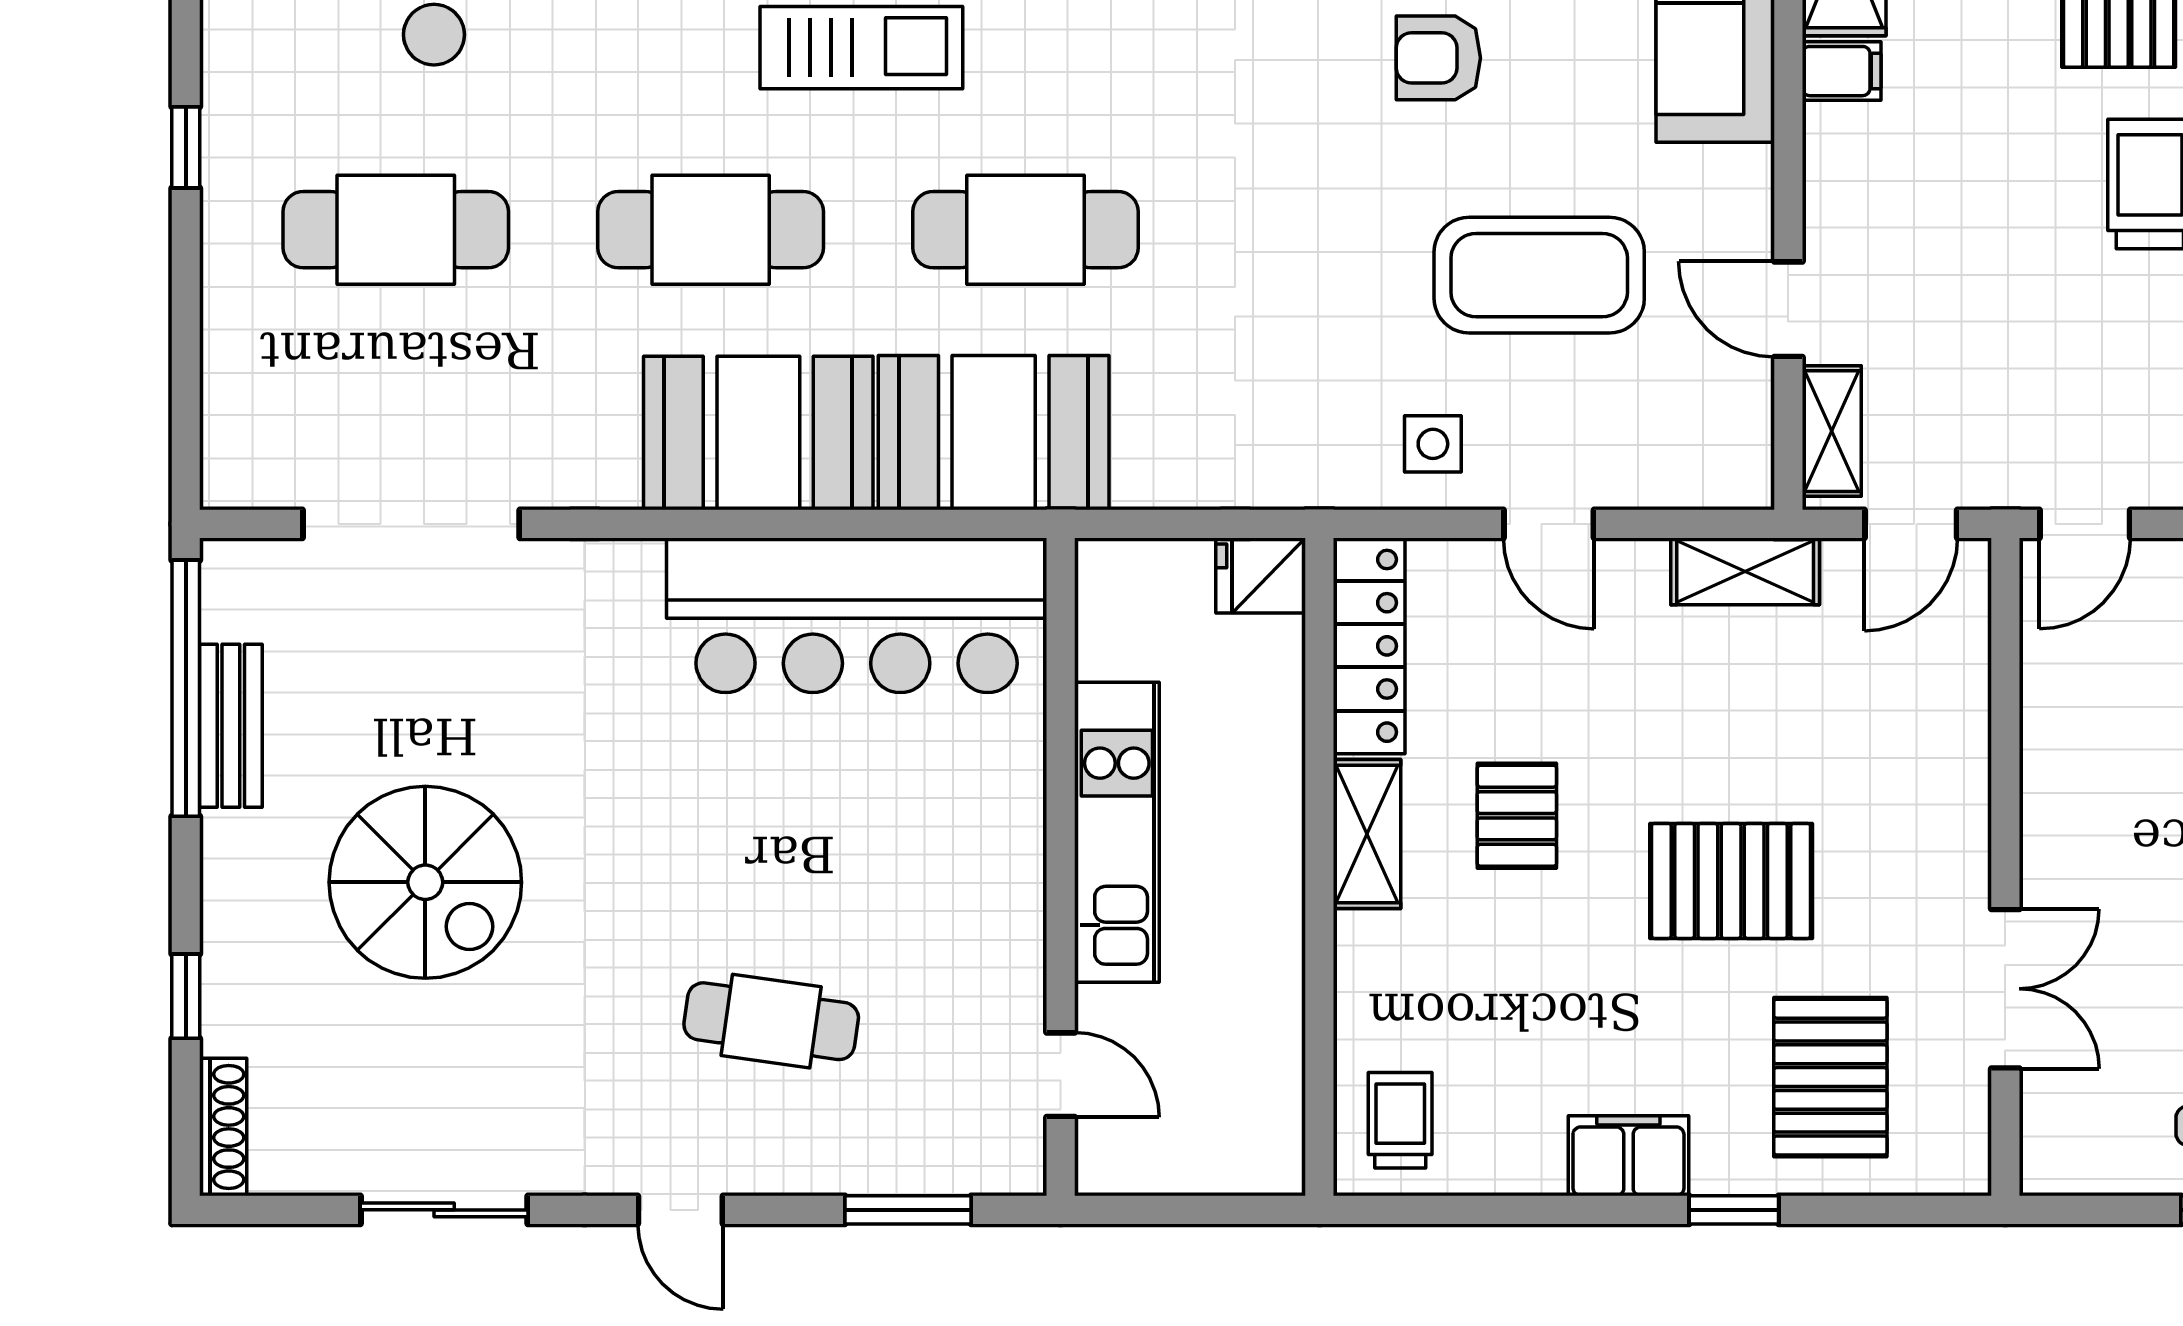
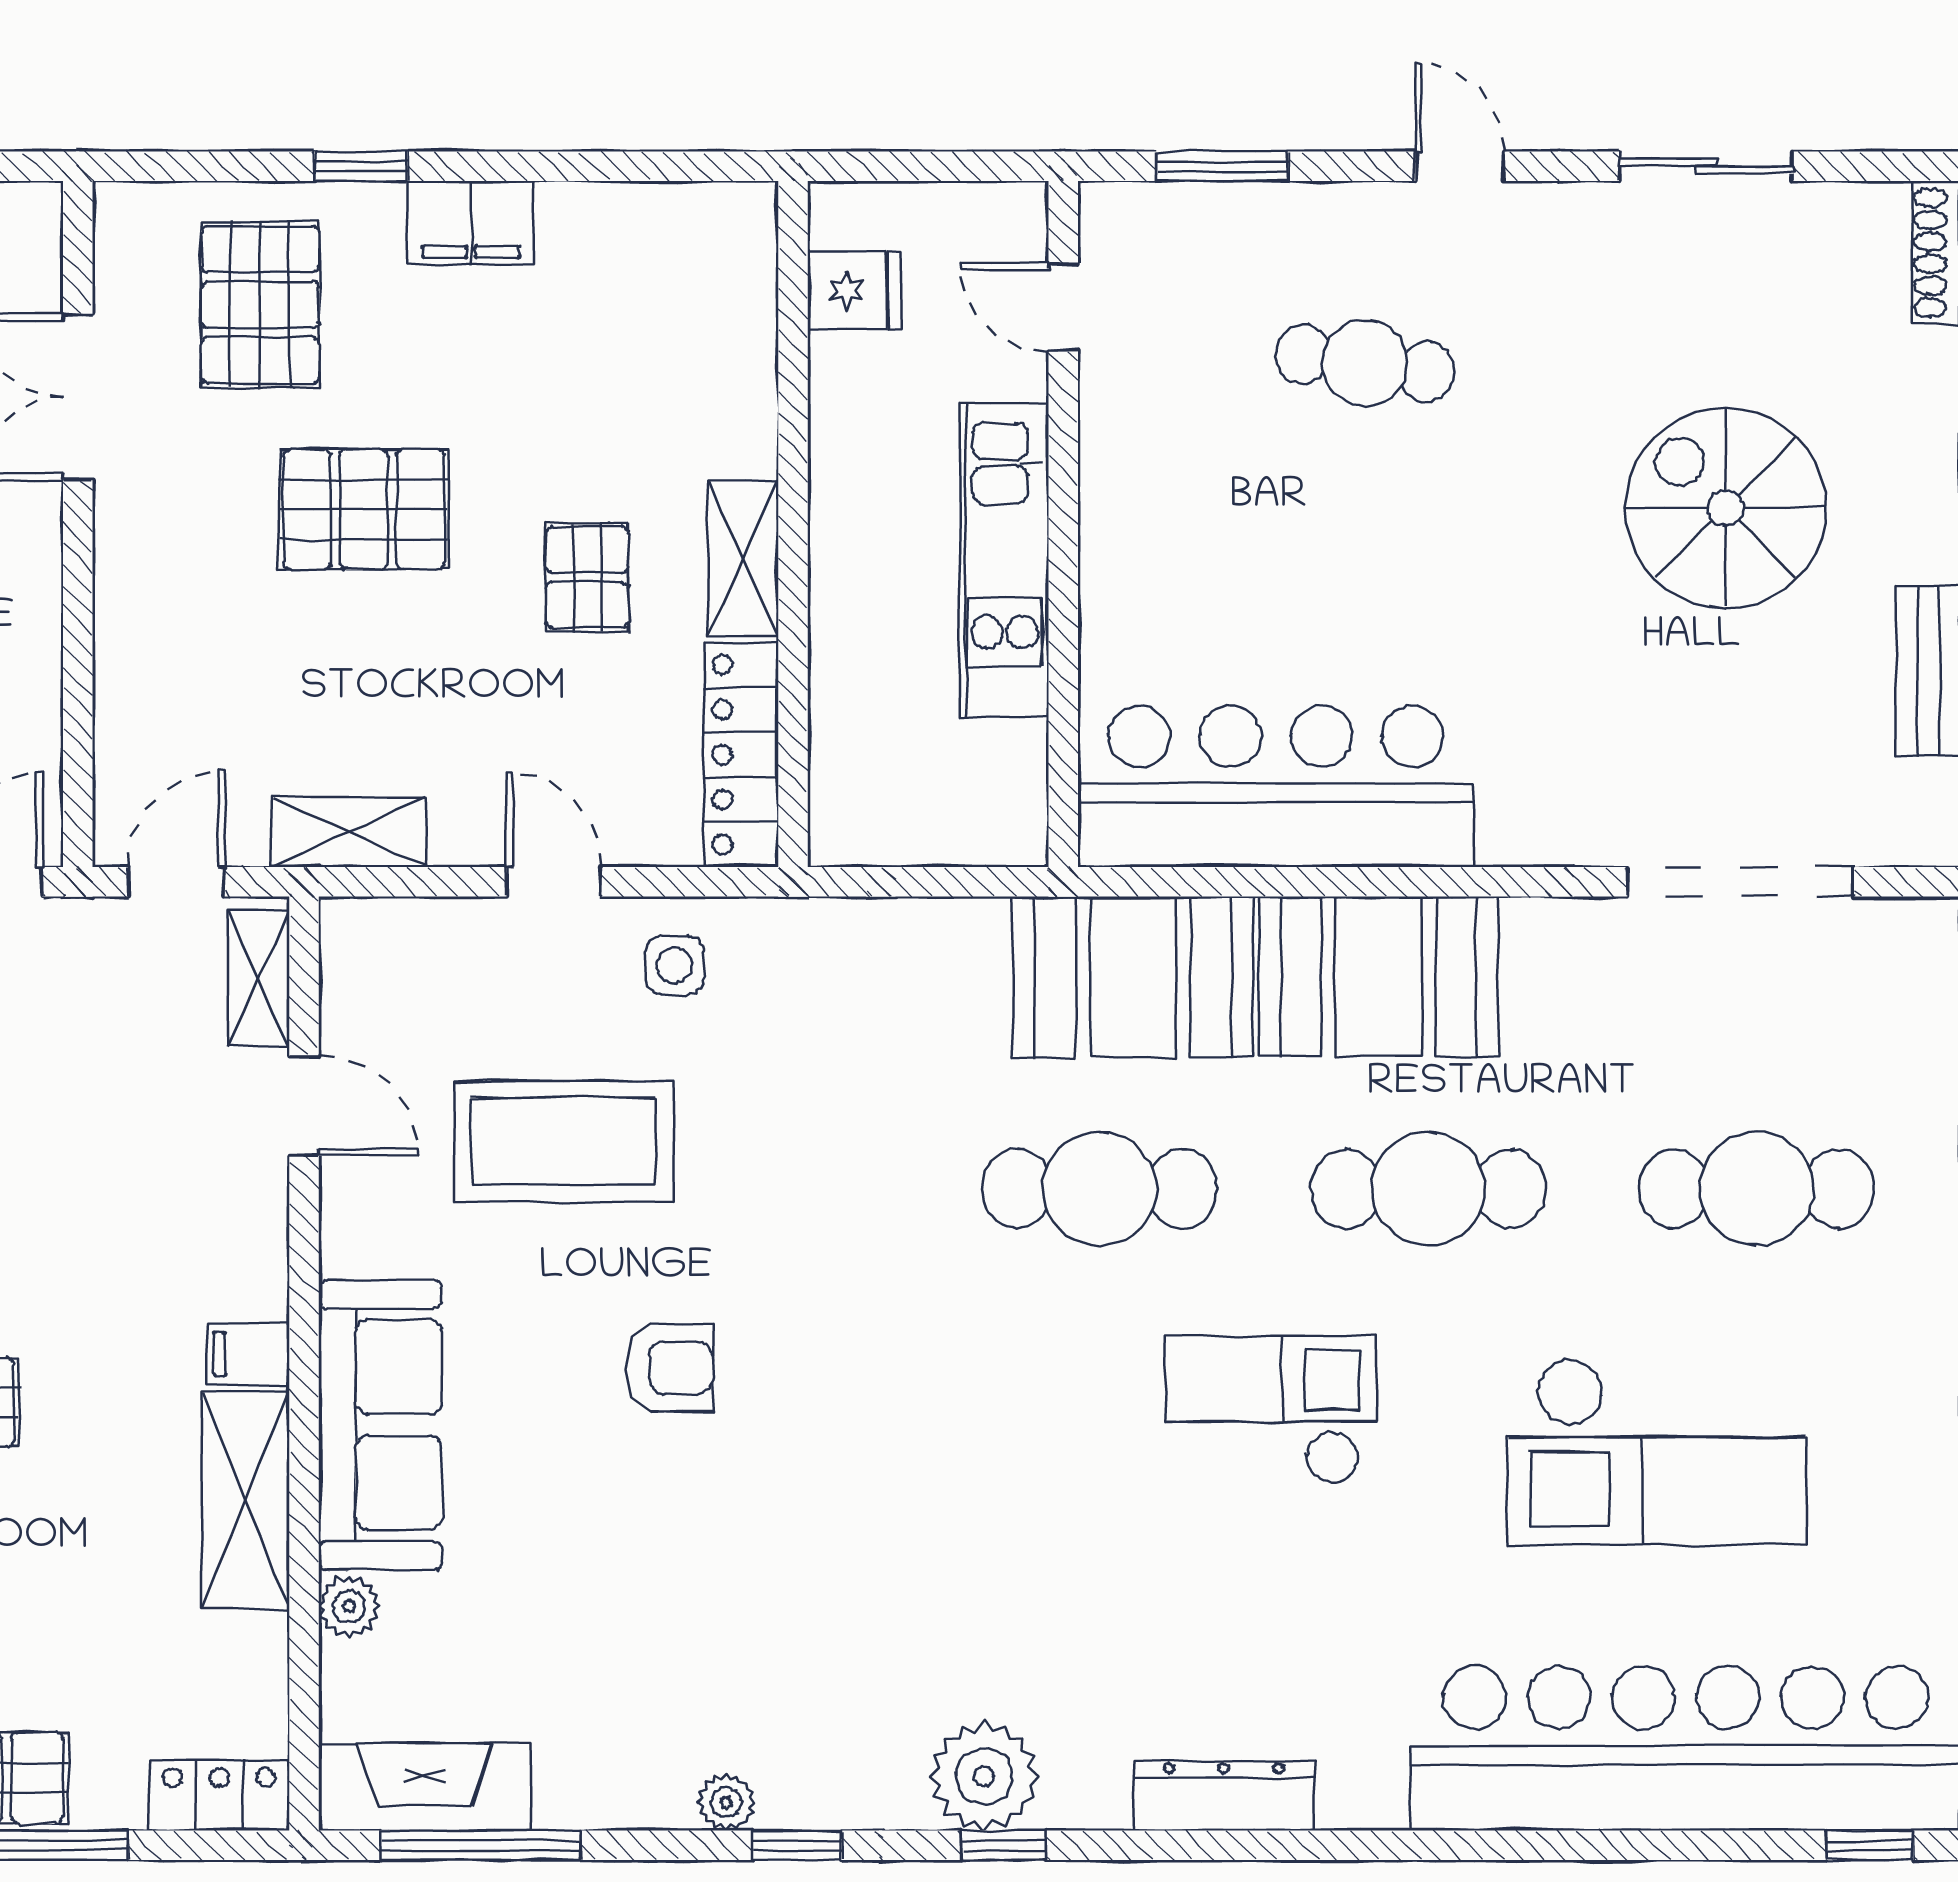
fridge: (1261, 575) -> (854, 290), moved
trolley: (1400, 1120) -> (709, 260), removed

